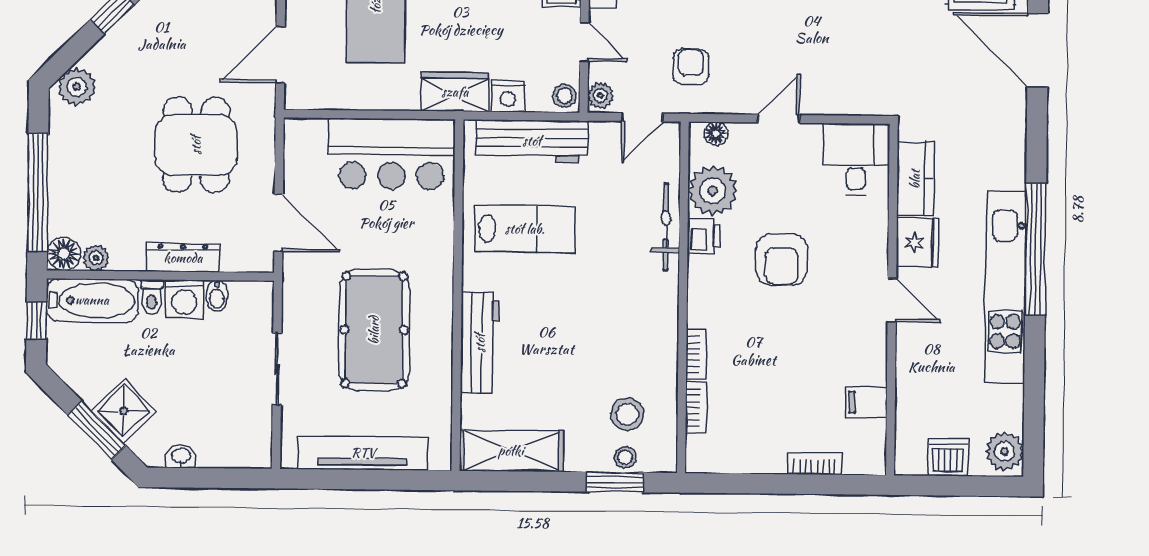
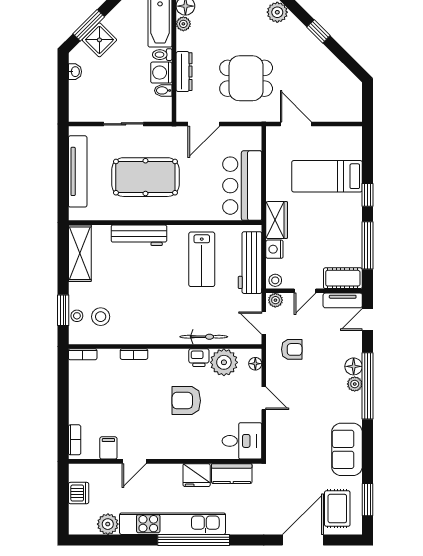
door: (892, 300) -> (134, 461), moved
bookcase: (696, 407) -> (83, 354), moved
plant: (1004, 451) -> (108, 524), moved
bookcase: (815, 464) -> (75, 440), moved

